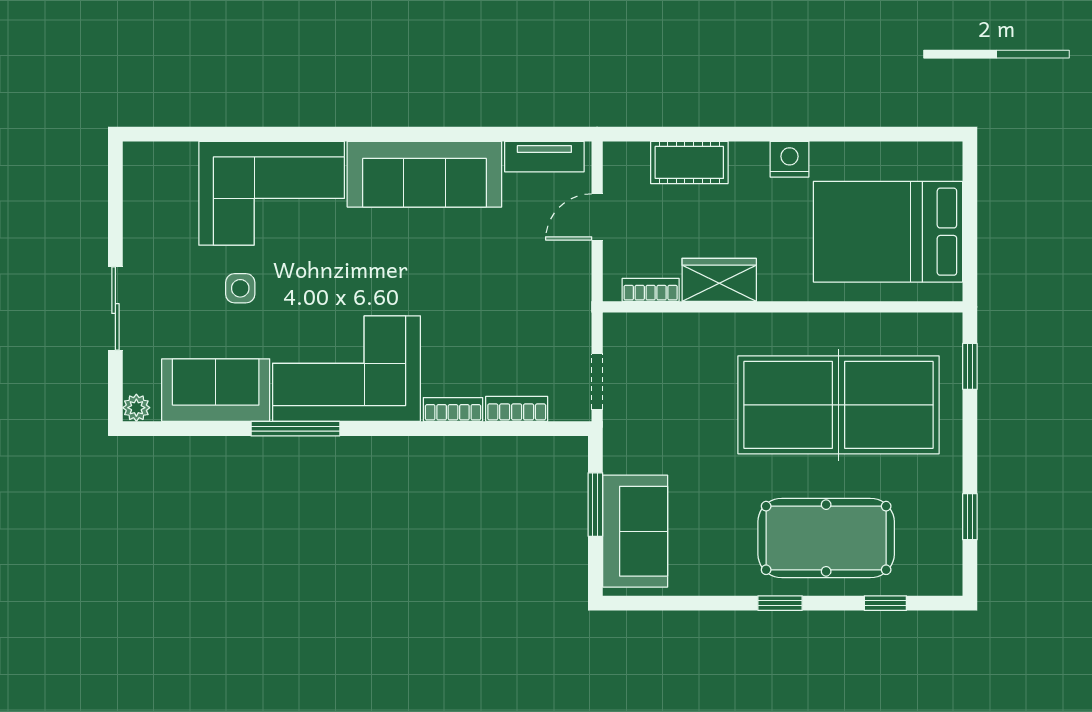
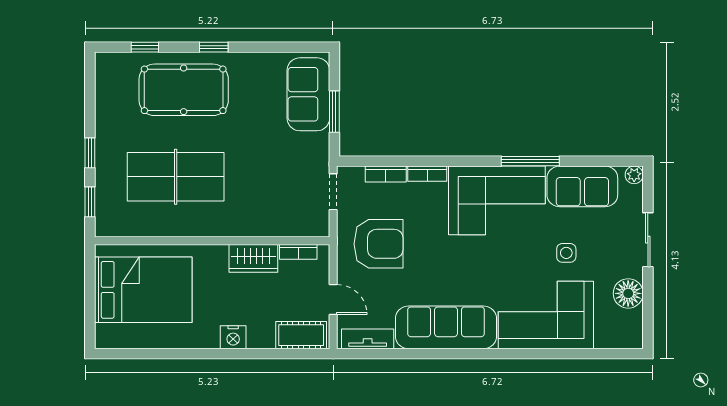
nightstand: (789, 159) -> (233, 337), moved
cot: (689, 162) -> (301, 335), moved
door: (597, 217) -> (333, 299), hinge flipped
floor lamp: (145, 226) -> (628, 293), added
armchair: (528, 302) -> (378, 244), added
table tennis table: (839, 405) -> (176, 177), width x0.73, depth x0.76
window: (970, 517) -> (90, 153), moved

